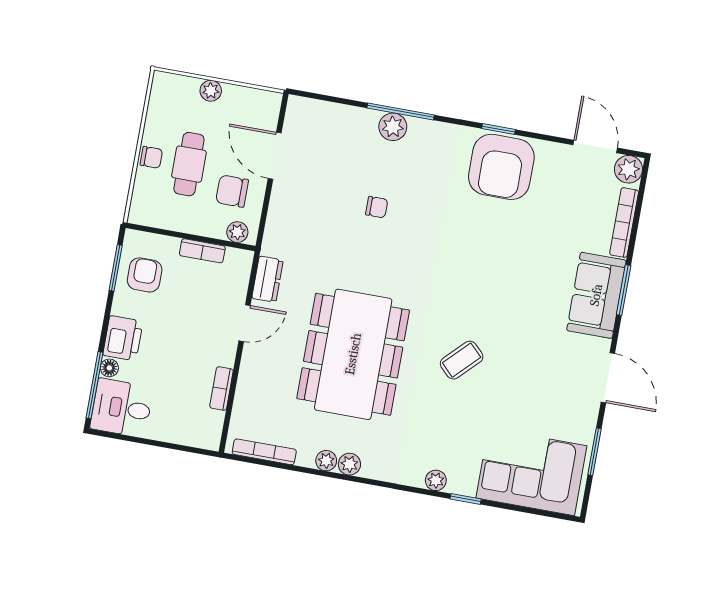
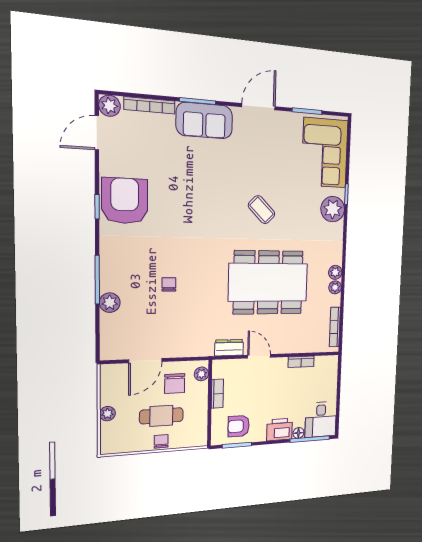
plant: (393, 127) -> (110, 303), moved
armchair: (501, 167) -> (125, 201), turned -90
plant: (436, 480) -> (333, 209), width x1.88, depth x1.88

